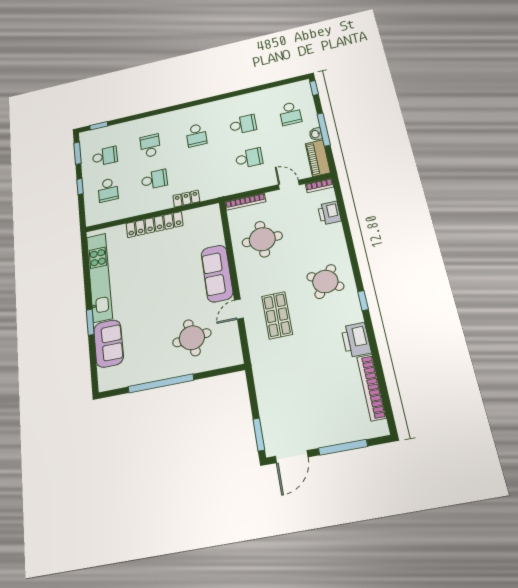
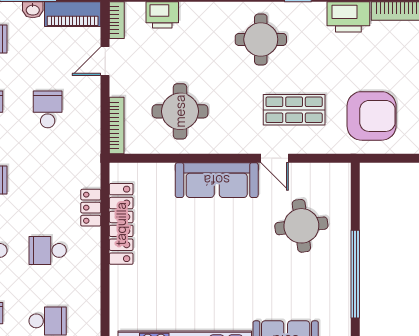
school desk: (154, 180) -> (48, 250), turned -90
locker: (154, 225) -> (121, 224), moved
round table: (325, 281) -> (261, 39), turned -33
armchair: (282, 372) -> (372, 116), added

